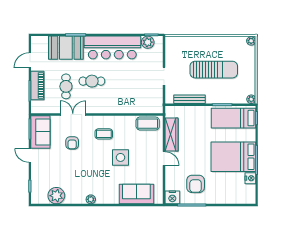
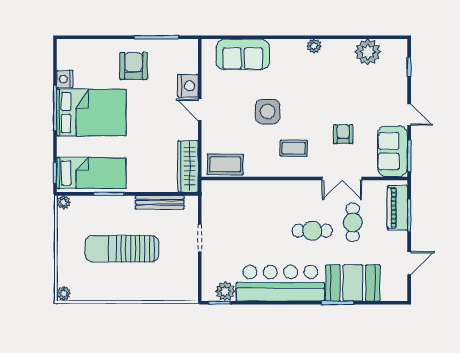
piano: (37, 86) -> (397, 208), moved
wardrobe: (171, 135) -> (188, 166), moved
armchair: (196, 184) -> (134, 66), moved
nightstand: (172, 197) -> (188, 86), moved, turned 90

